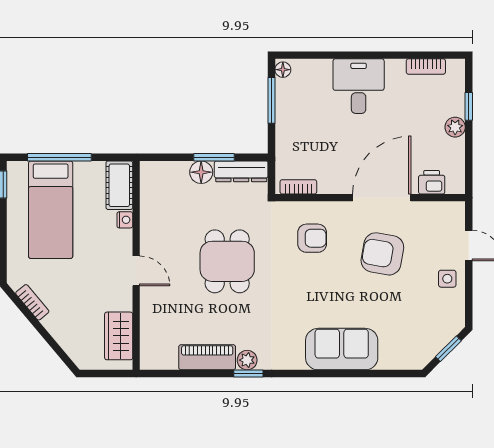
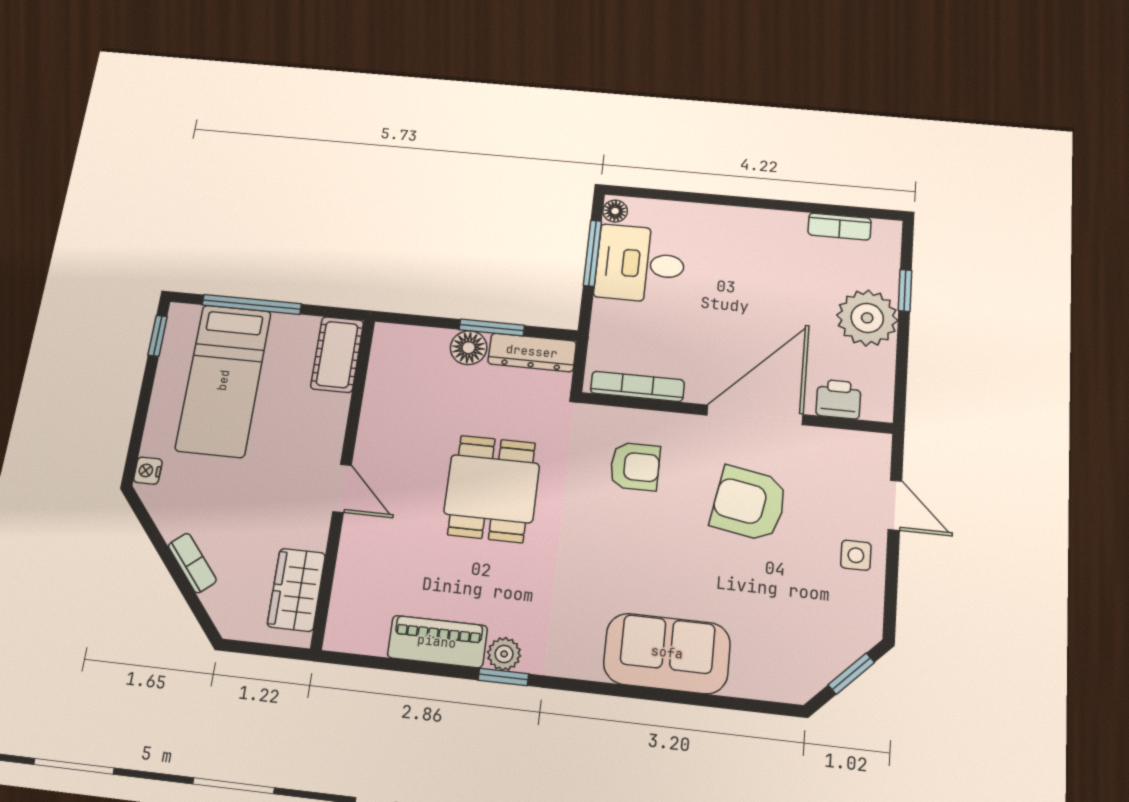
desk: (359, 86) -> (640, 264), moved, turned -90
plant: (455, 127) -> (867, 318), width x1.87, depth x1.87
bookcase: (298, 187) -> (637, 386), width x1.56
nightstand: (125, 220) -> (148, 471), moved, turned 180
bookcase: (32, 302) -> (192, 563), moved

